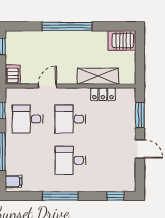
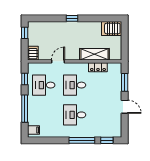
window: (67, 26) -> (72, 18), width x0.32
window: (60, 196) -> (82, 140), moved

